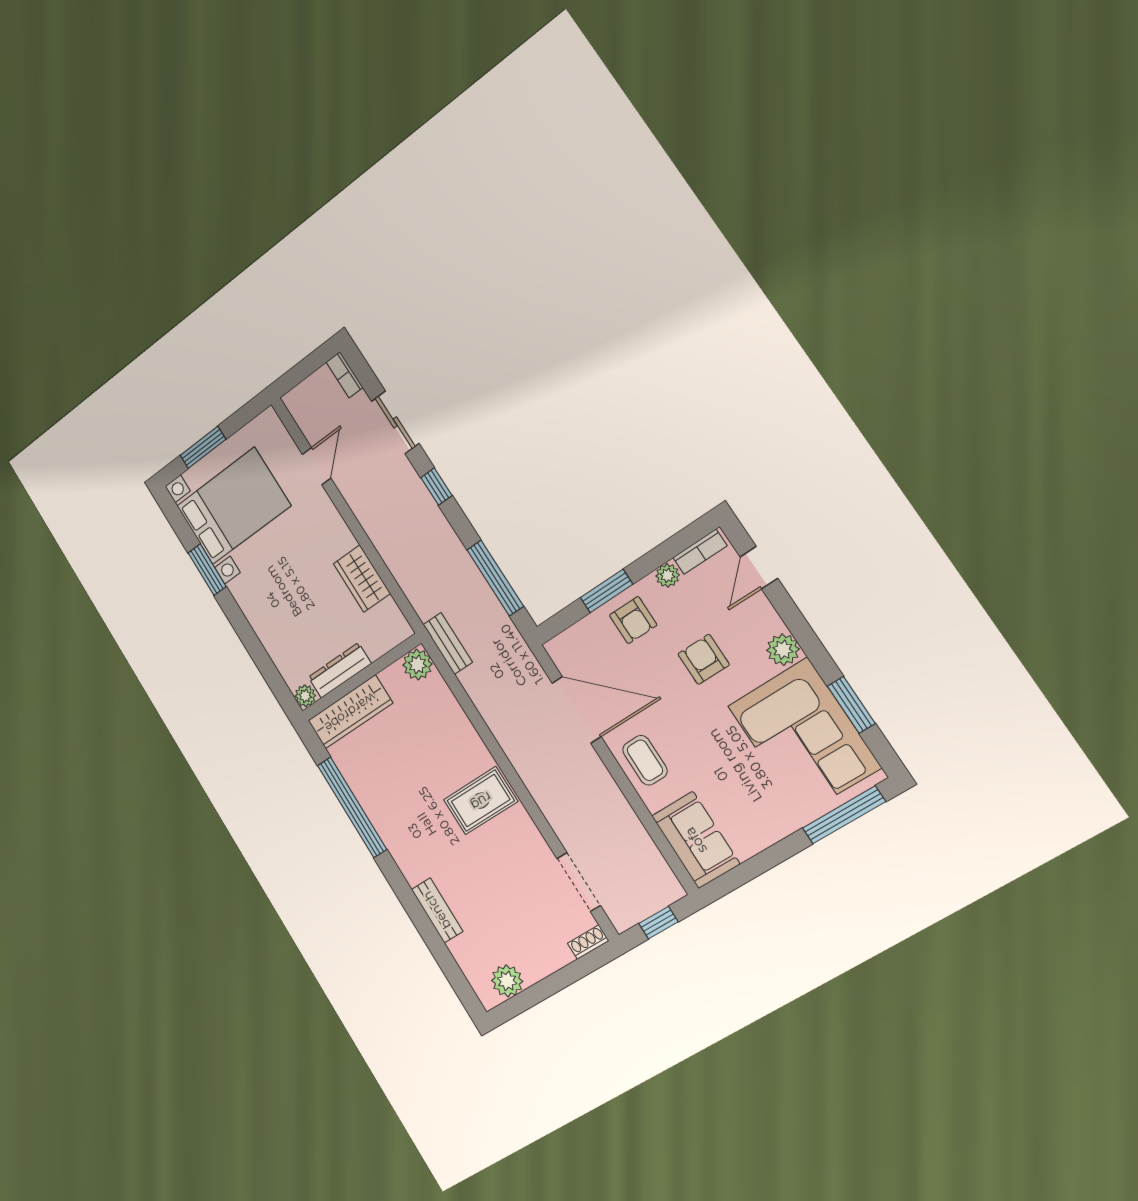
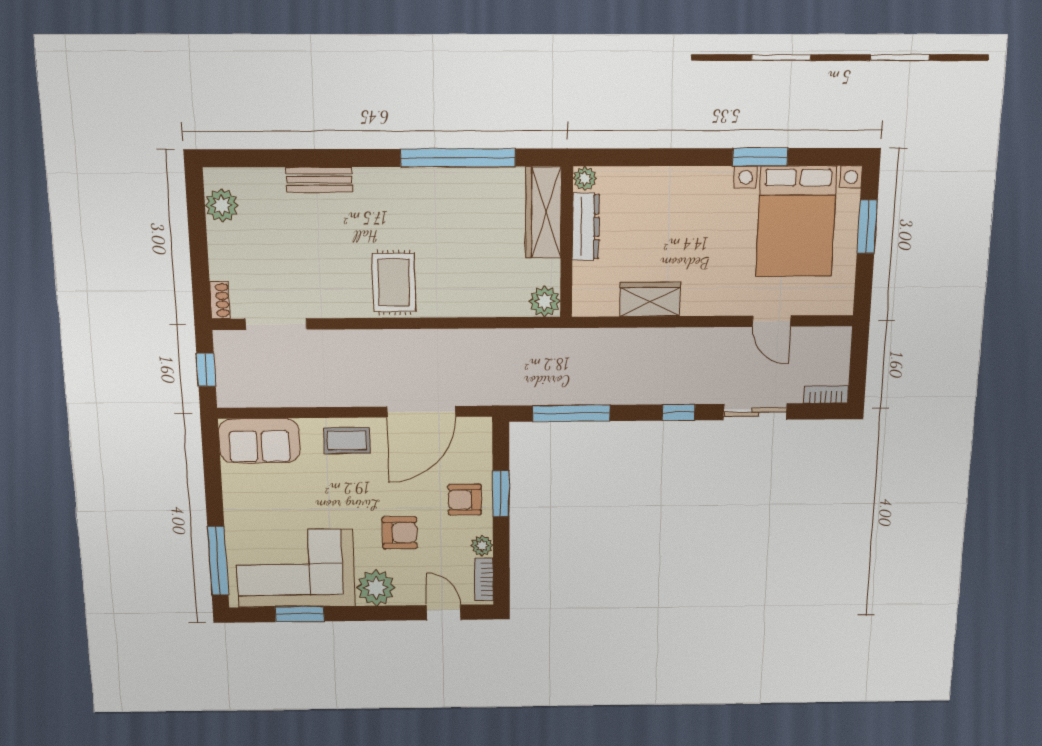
bench: (448, 643) -> (545, 339), removed
plant: (783, 650) -> (376, 588), width x1.36, depth x1.36

